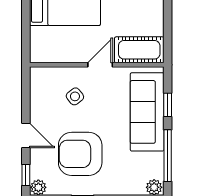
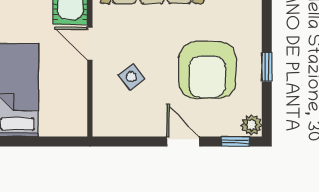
door: (26, 135) -> (183, 142), hinge flipped

